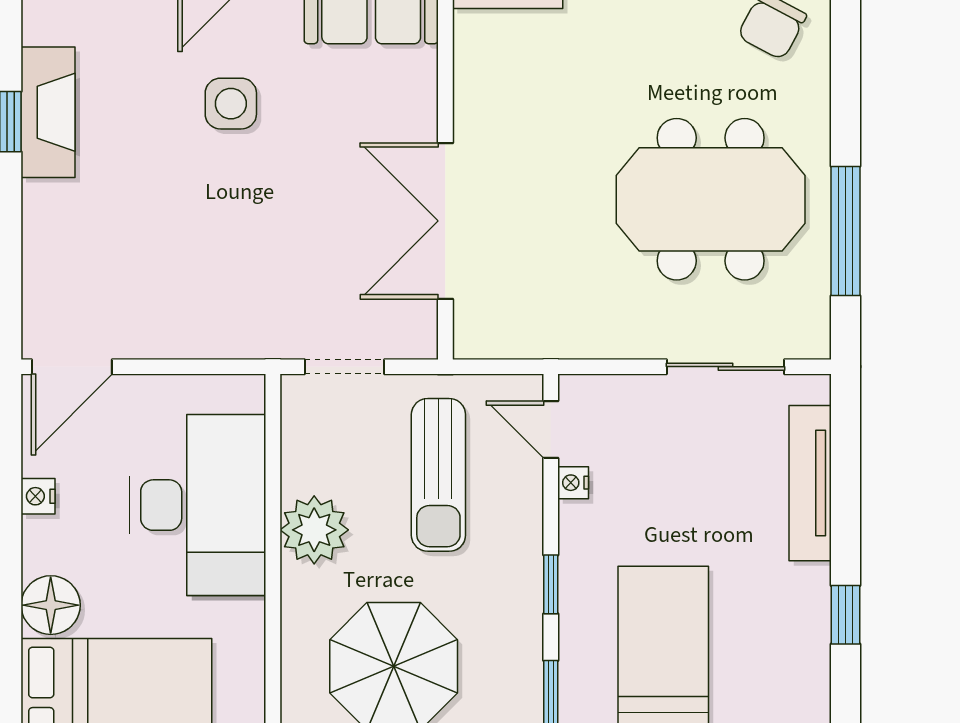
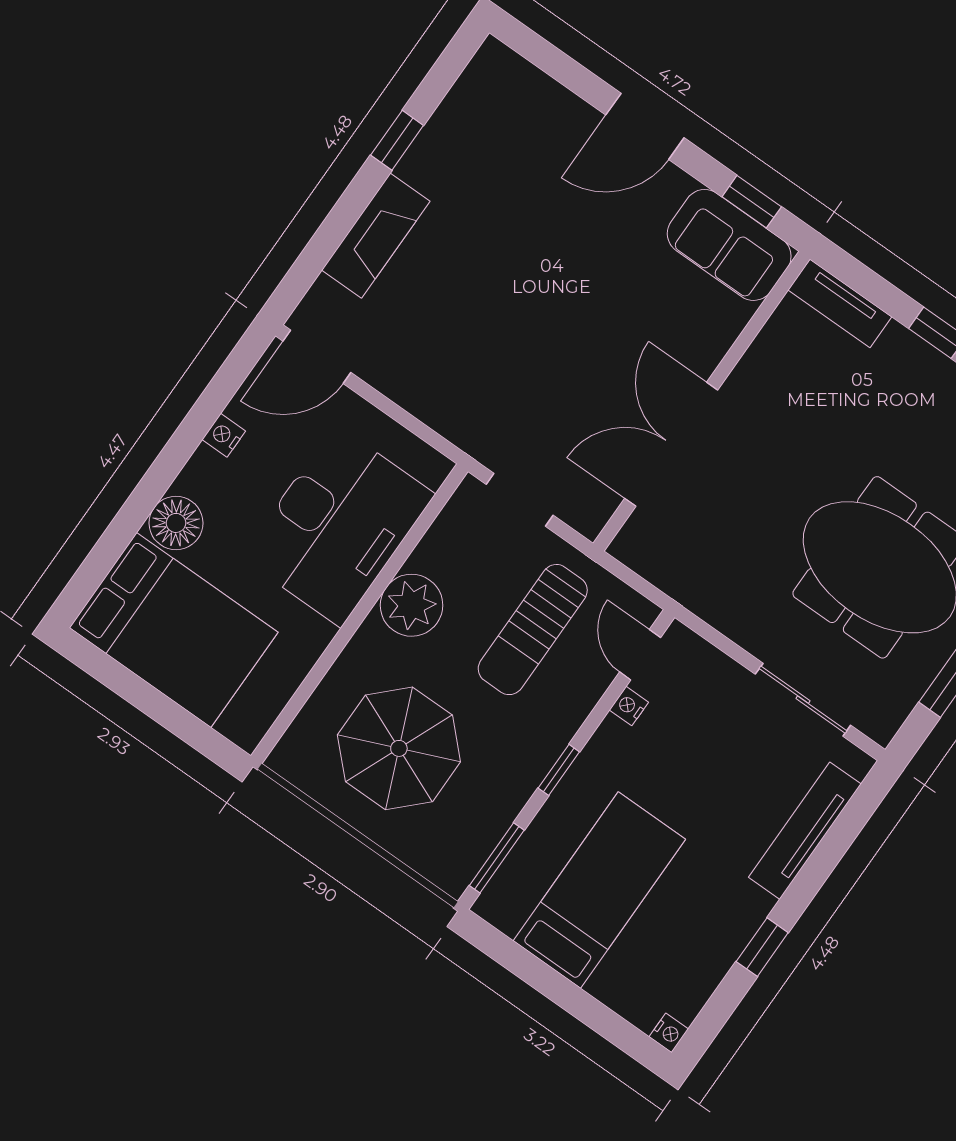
side table: (231, 104) -> (573, 244), removed
fireplace: (48, 112) -> (376, 236), moved

